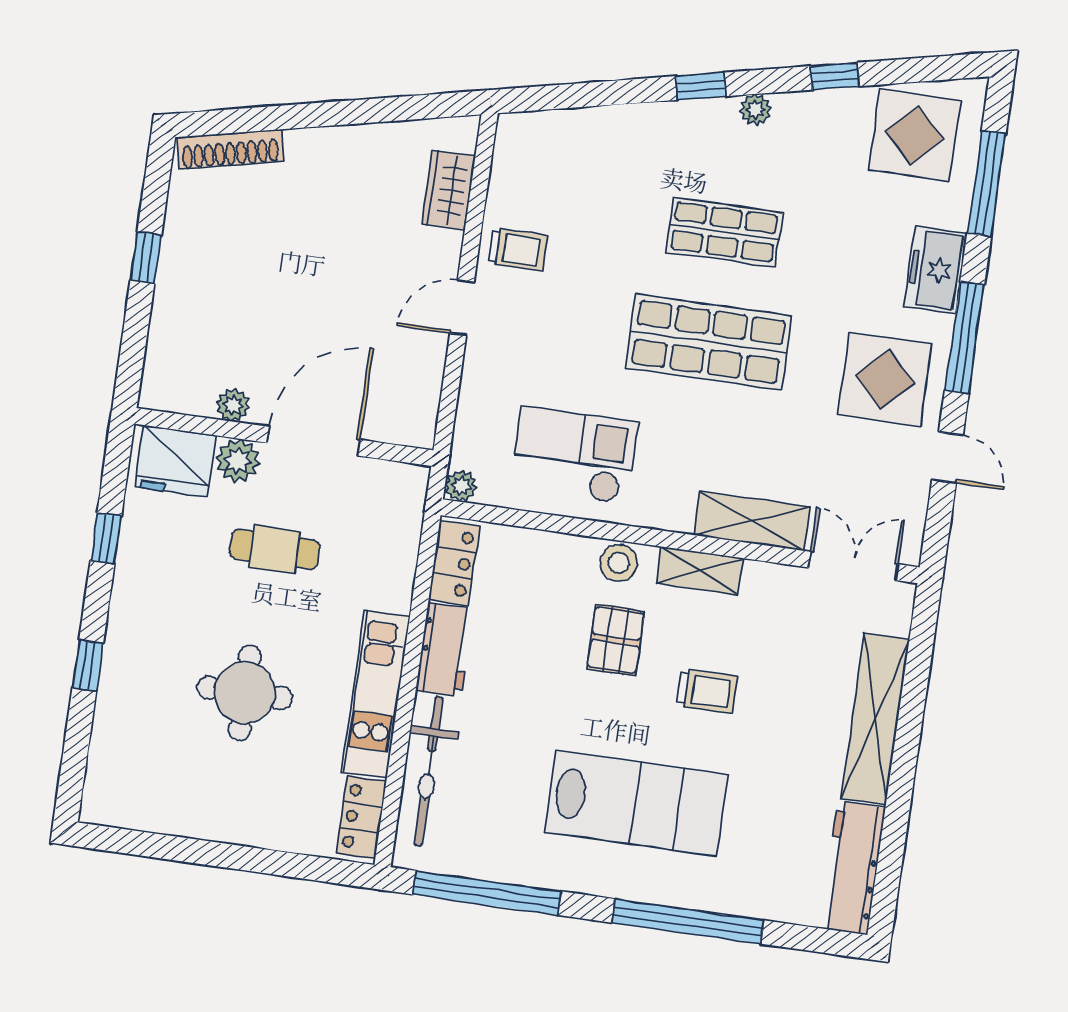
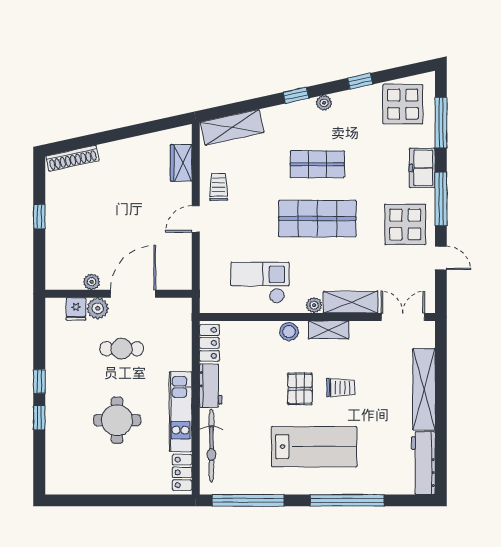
shelving: (562, 133) -> (232, 127), added
trolley: (518, 249) -> (219, 187), turned -90
fridge: (175, 461) -> (76, 309), width x0.53, depth x0.75
plant: (461, 486) -> (314, 305), moved
window: (106, 538) -> (39, 381), moved
pallet: (616, 640) -> (300, 389), moved

